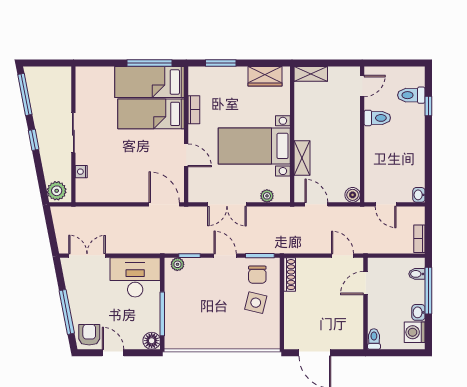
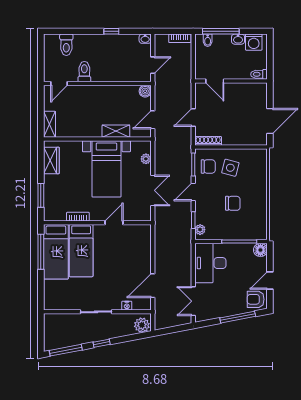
door: (362, 86) -> (59, 84), swing flipped
window: (428, 106) -> (111, 31), moved
door: (164, 204) -> (153, 286), moved
door: (343, 256) -> (193, 118), moved
chair: (211, 306) -> (233, 203), added

